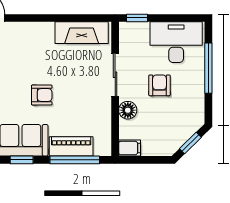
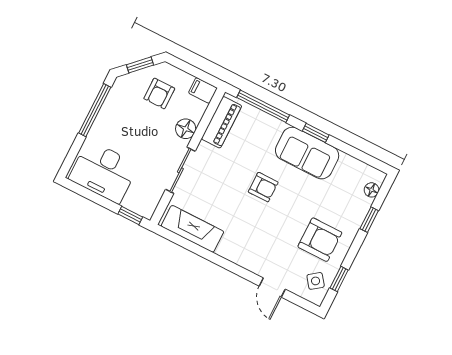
window: (208, 68) -> (95, 110), moved
armchair: (160, 85) -> (159, 93), moved
armchair: (42, 95) -> (263, 187), turned 180
piano: (71, 146) -> (222, 122), moved, turned -90

